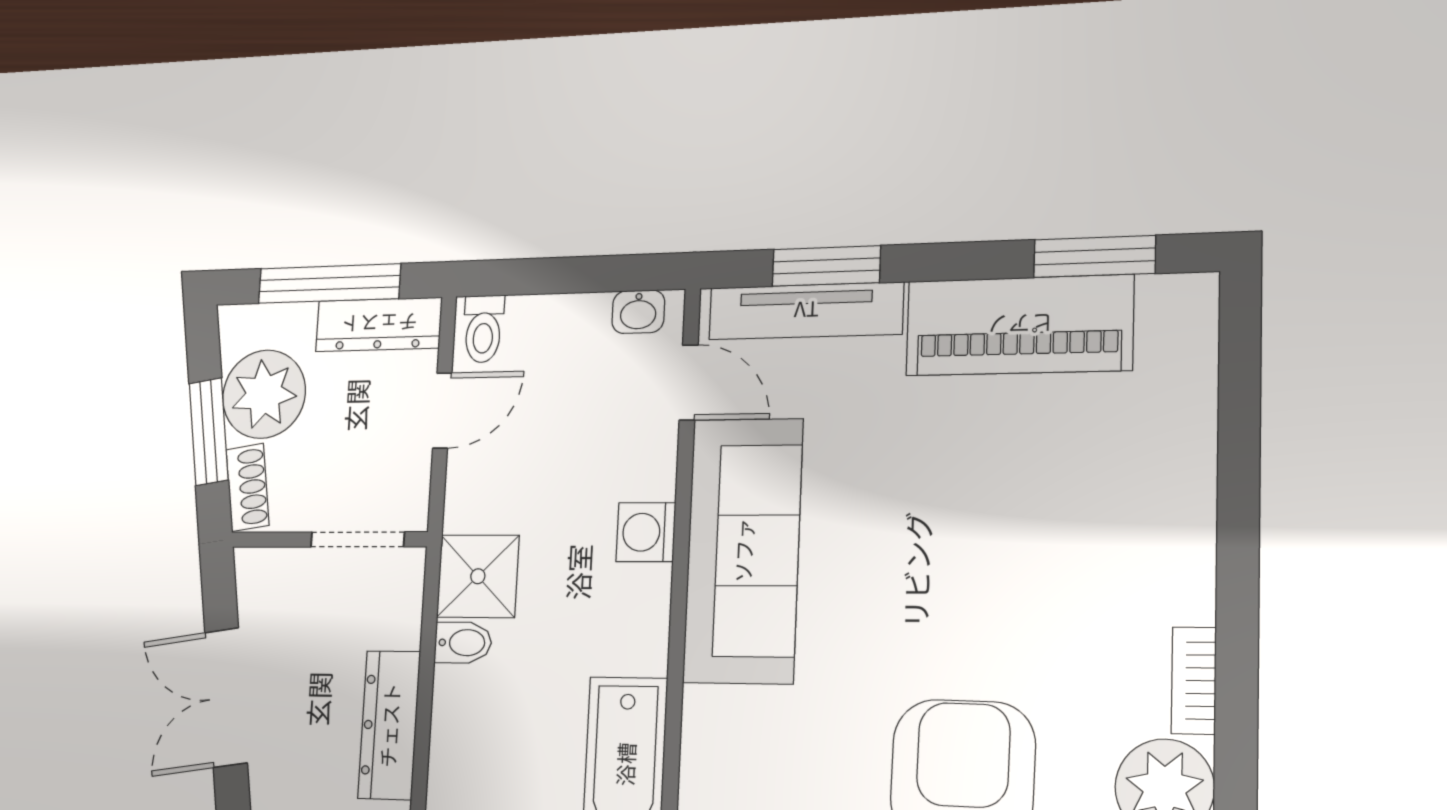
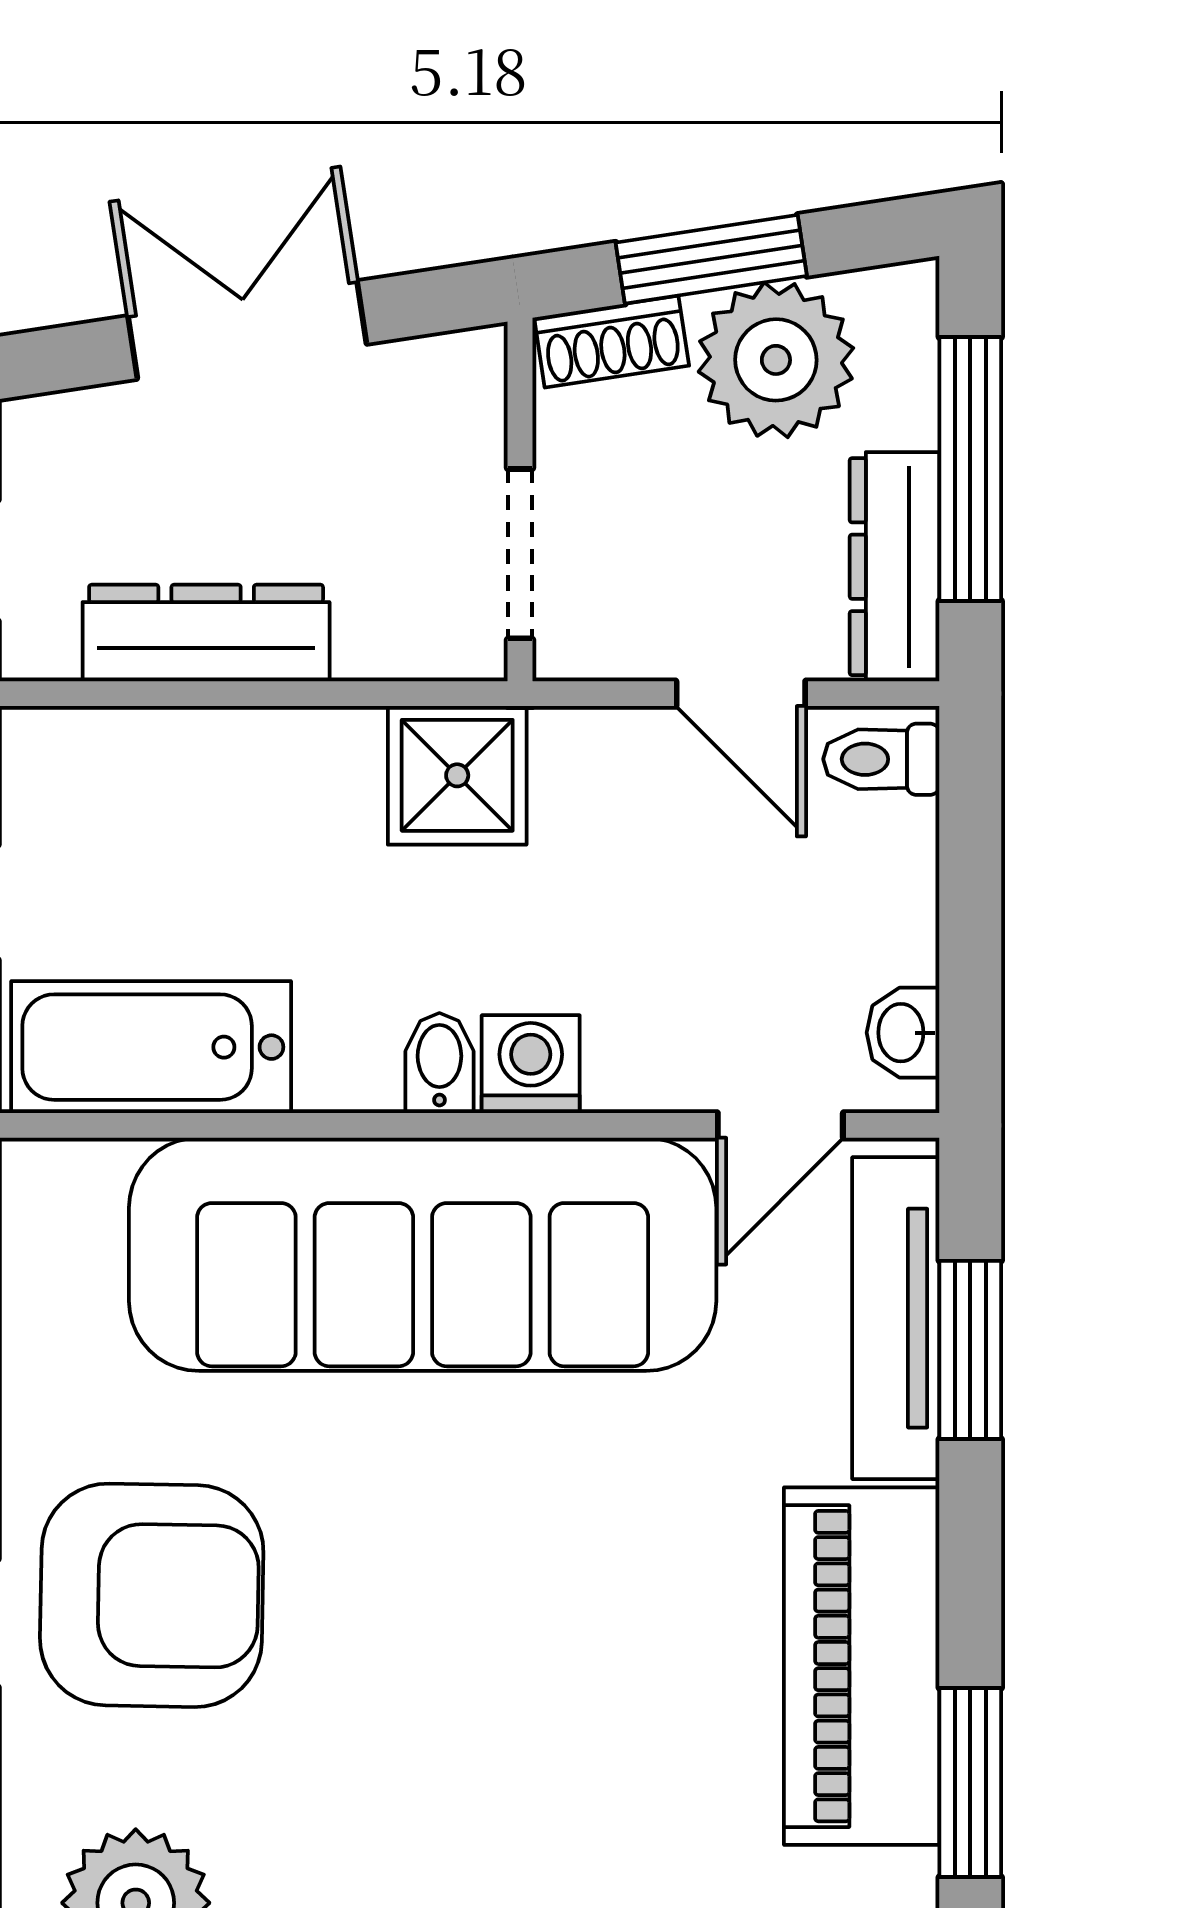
sofa: (743, 550) -> (423, 1254), width x1.36, depth x1.27
bidet: (463, 643) -> (439, 1063), moved, turned 180

